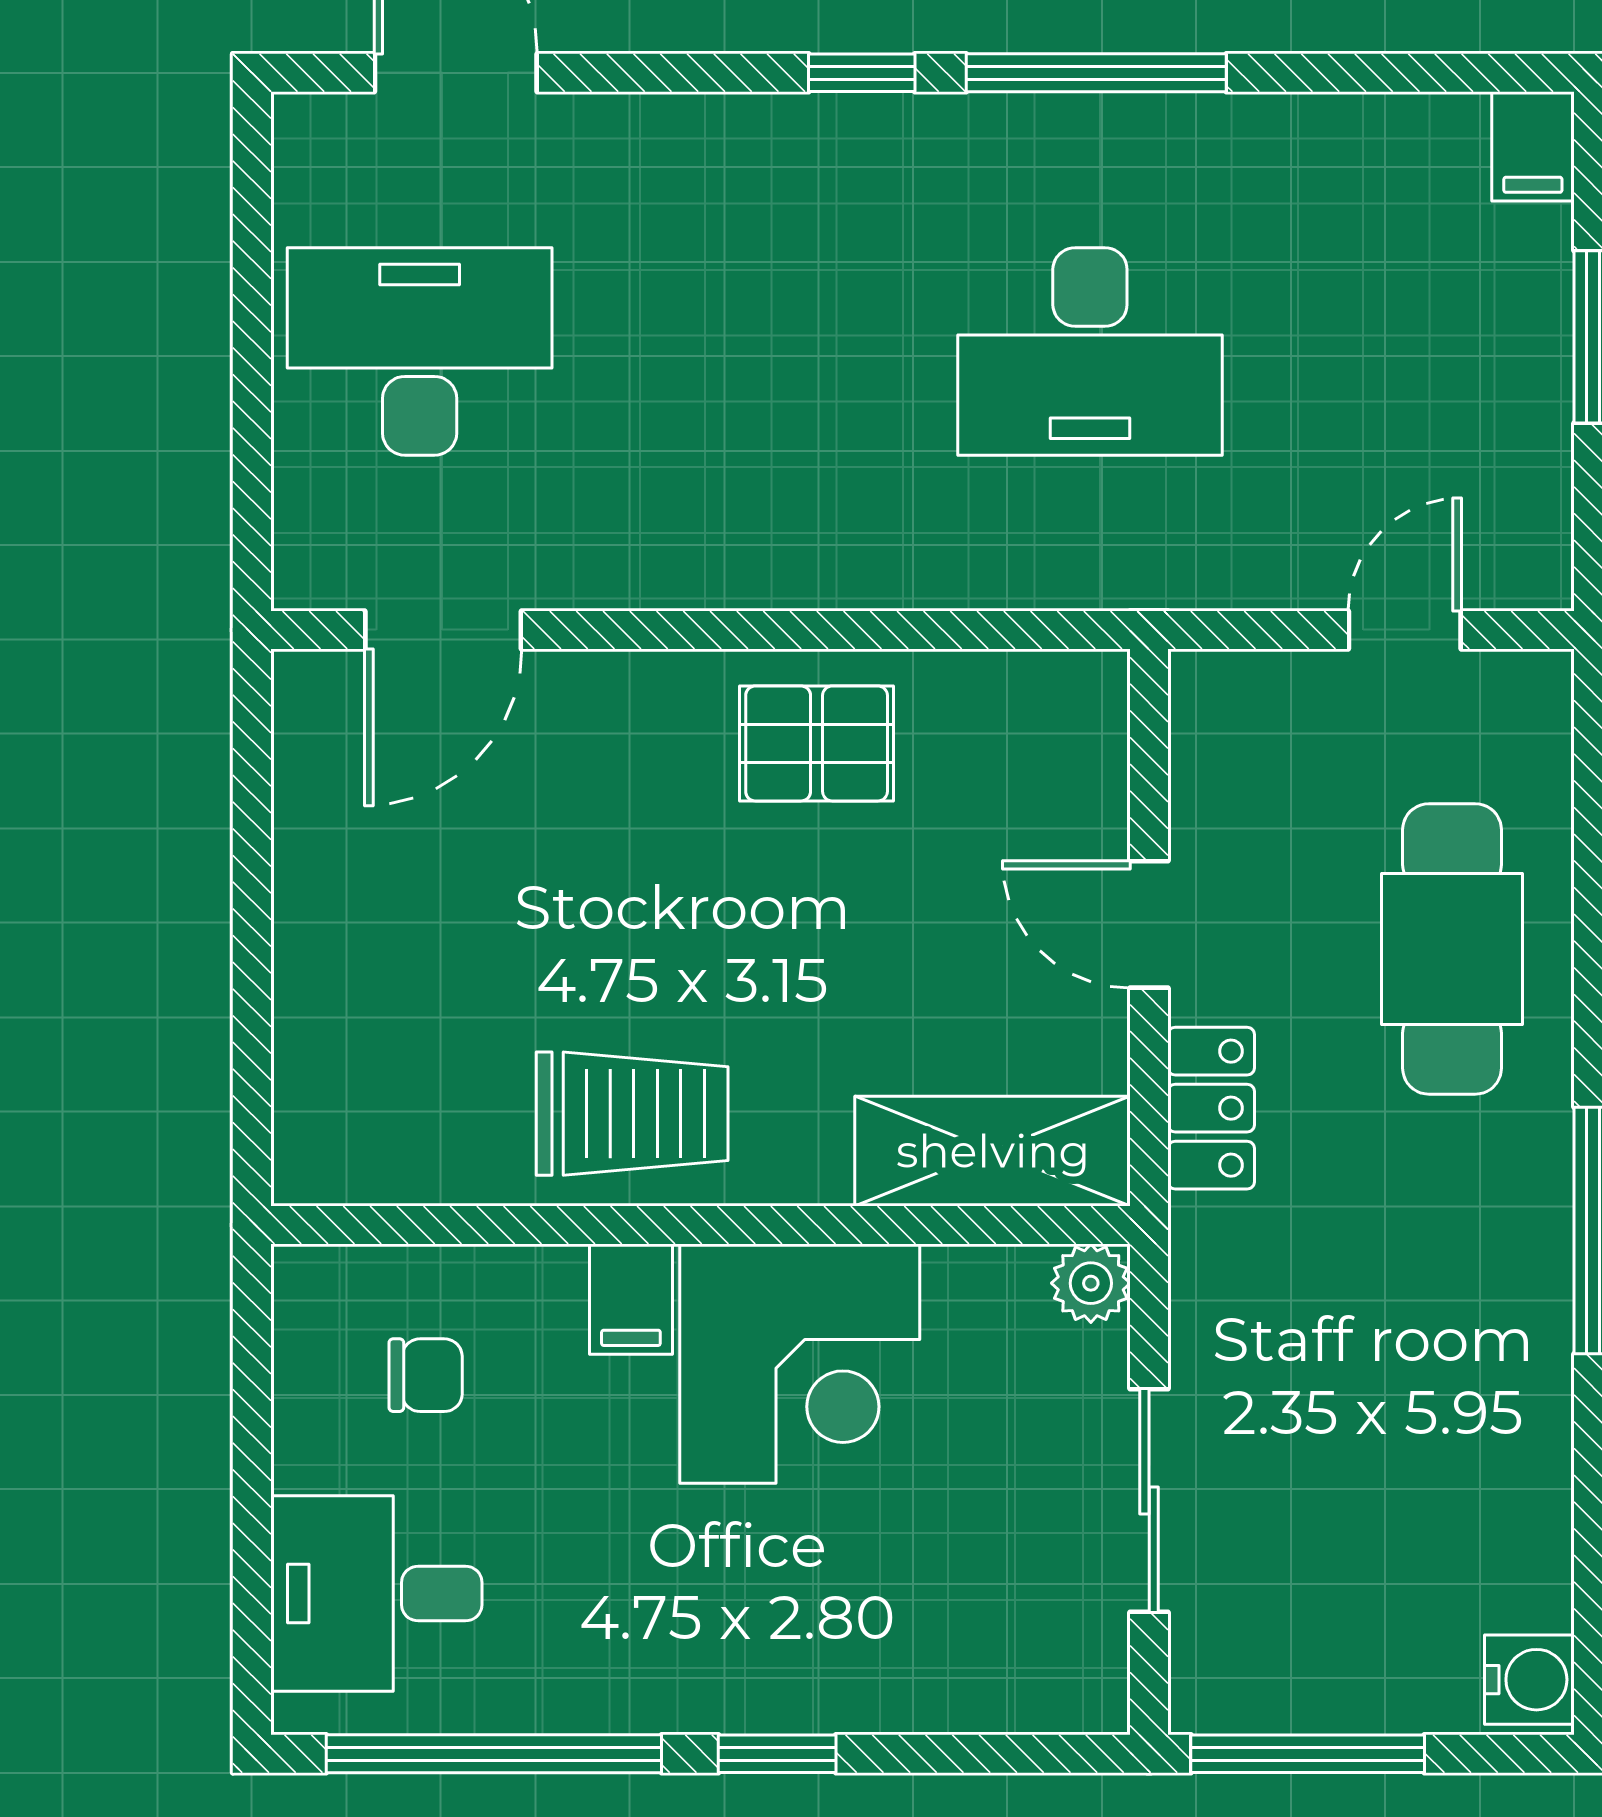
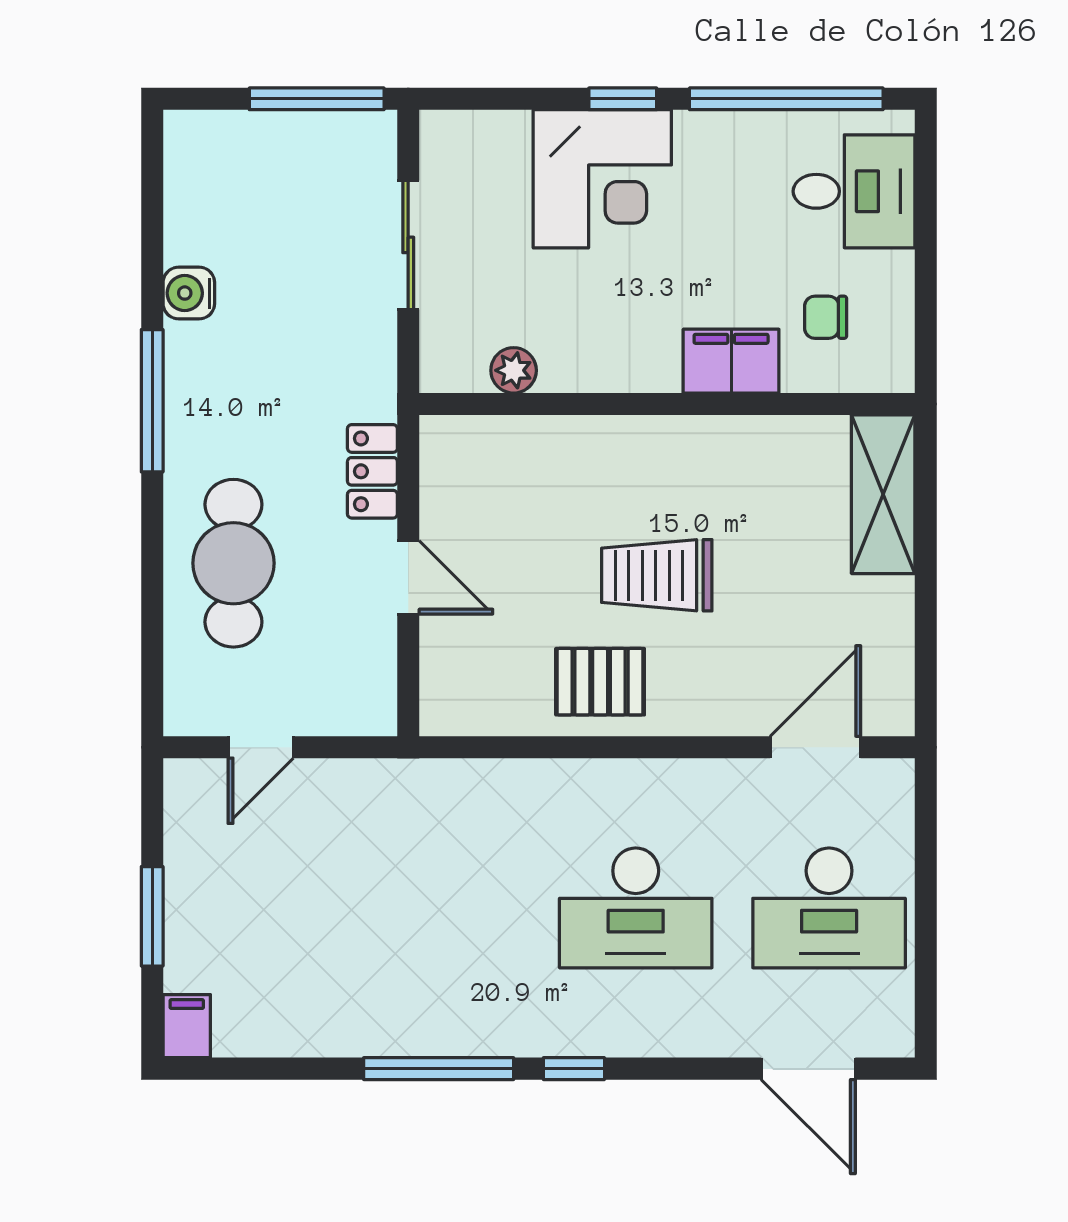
desk: (1090, 351) -> (636, 908), moved, turned 180
trolley: (632, 1114) -> (657, 575), moved
shelving: (993, 1151) -> (883, 494), moved, turned 90
plant: (1091, 1283) -> (514, 370), moved
filing cabinet: (631, 1299) -> (731, 361), width x2.00
corner desk: (800, 1364) -> (602, 179), moved, turned 180
water cooler: (1529, 1680) -> (189, 293), moved

